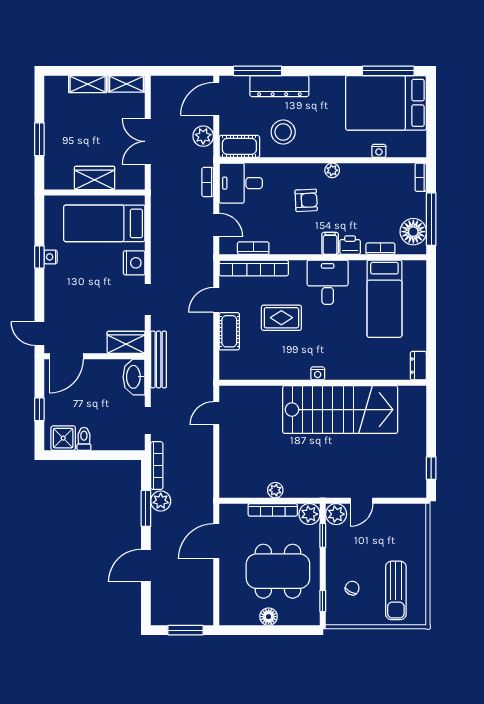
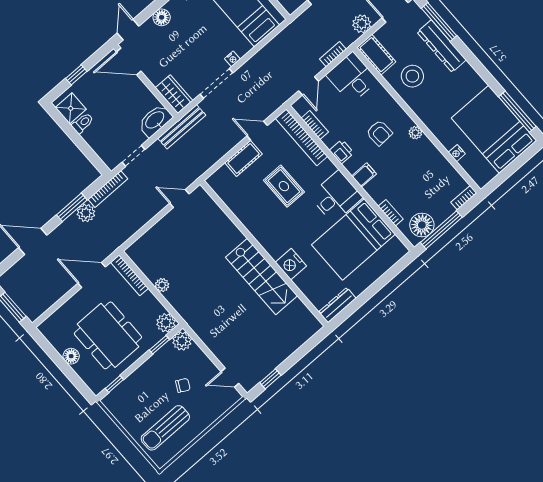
printer: (350, 245) -> (342, 152), moved
nightstand: (134, 263) -> (232, 59), width x0.53, depth x0.56
floor lamp: (53, 297) -> (162, 17), added
doorway: (148, 299) -> (216, 83), width x1.38
bed: (384, 299) -> (353, 239), width x1.50
dresser: (418, 366) -> (337, 305), width x1.44
nightstand: (318, 373) -> (291, 264), moved, width x1.89, depth x1.79
stairs: (340, 410) -> (262, 277), width x0.73, depth x0.66
door: (361, 501) -> (230, 378), moved
bookcase: (273, 510) -> (130, 275), moved
chair: (352, 588) -> (183, 385), moved

